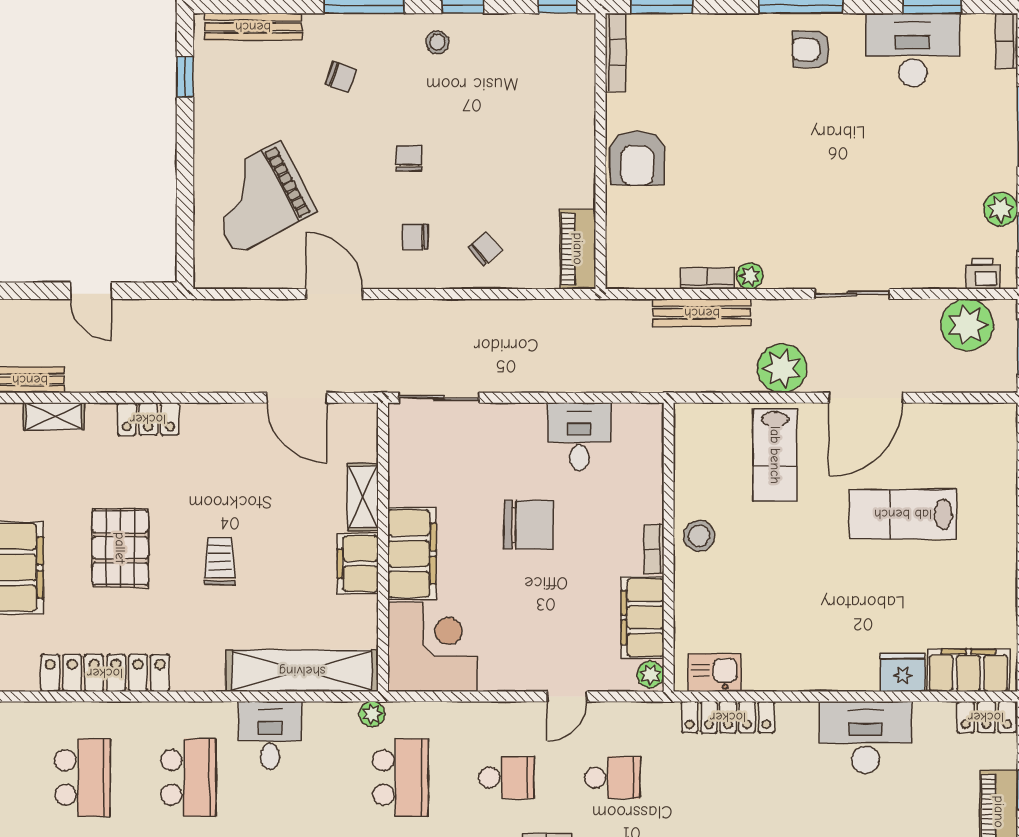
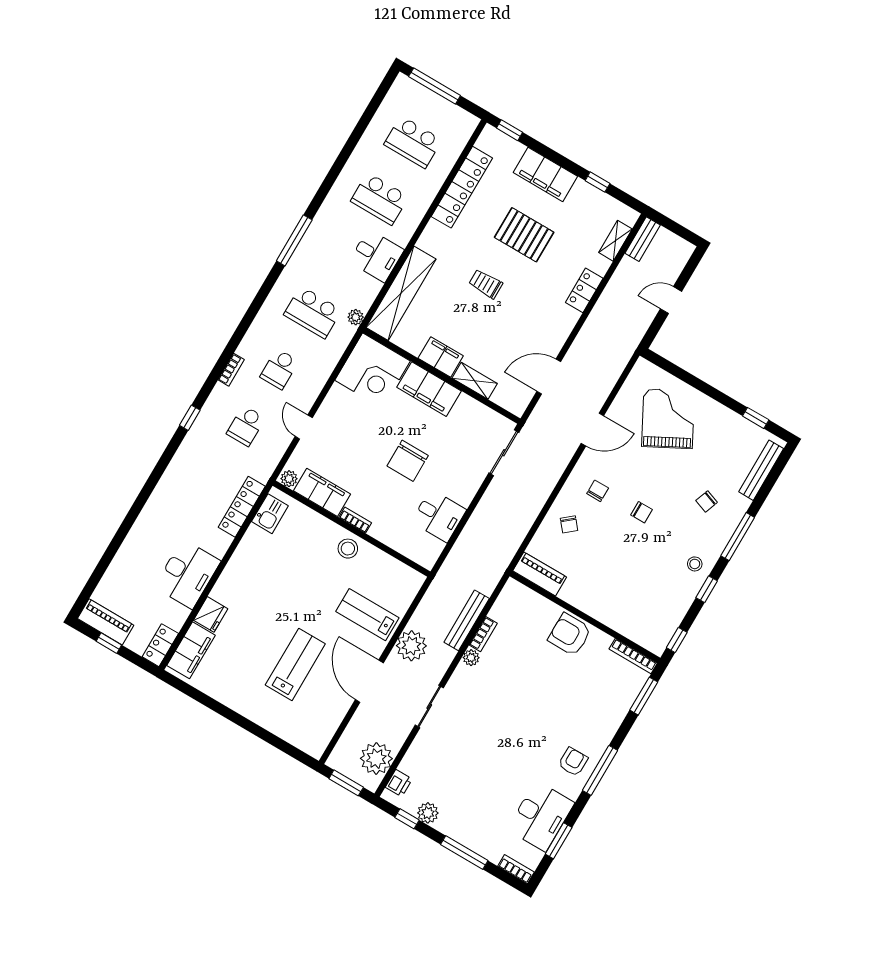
trolley: (220, 561) -> (486, 284), turned 180

